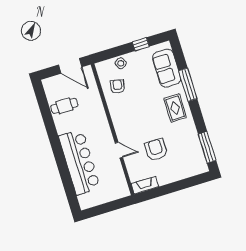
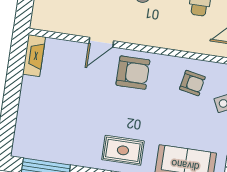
armchair: (156, 150) -> (133, 73), moved

